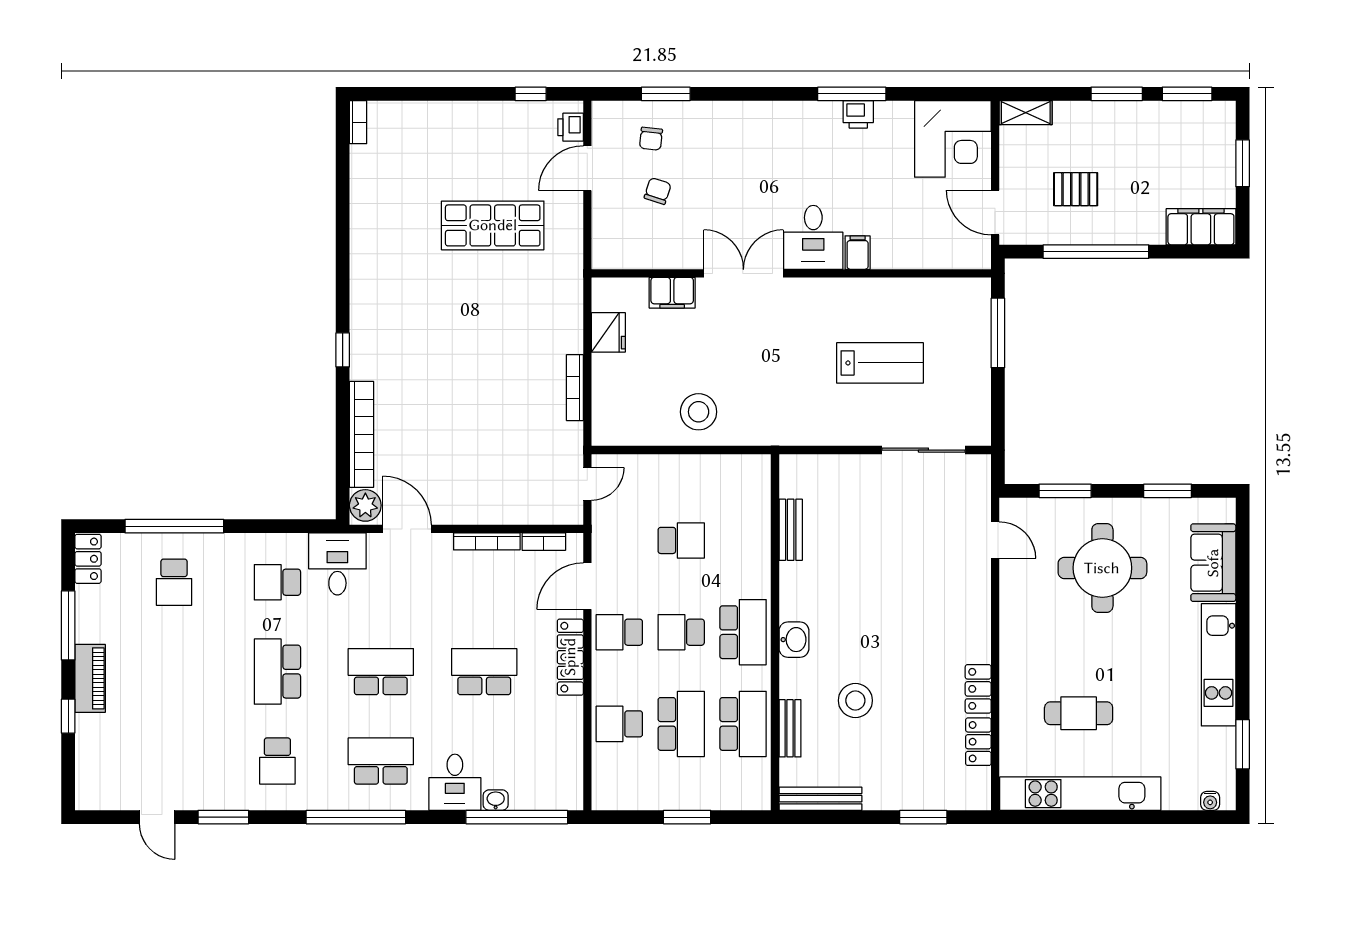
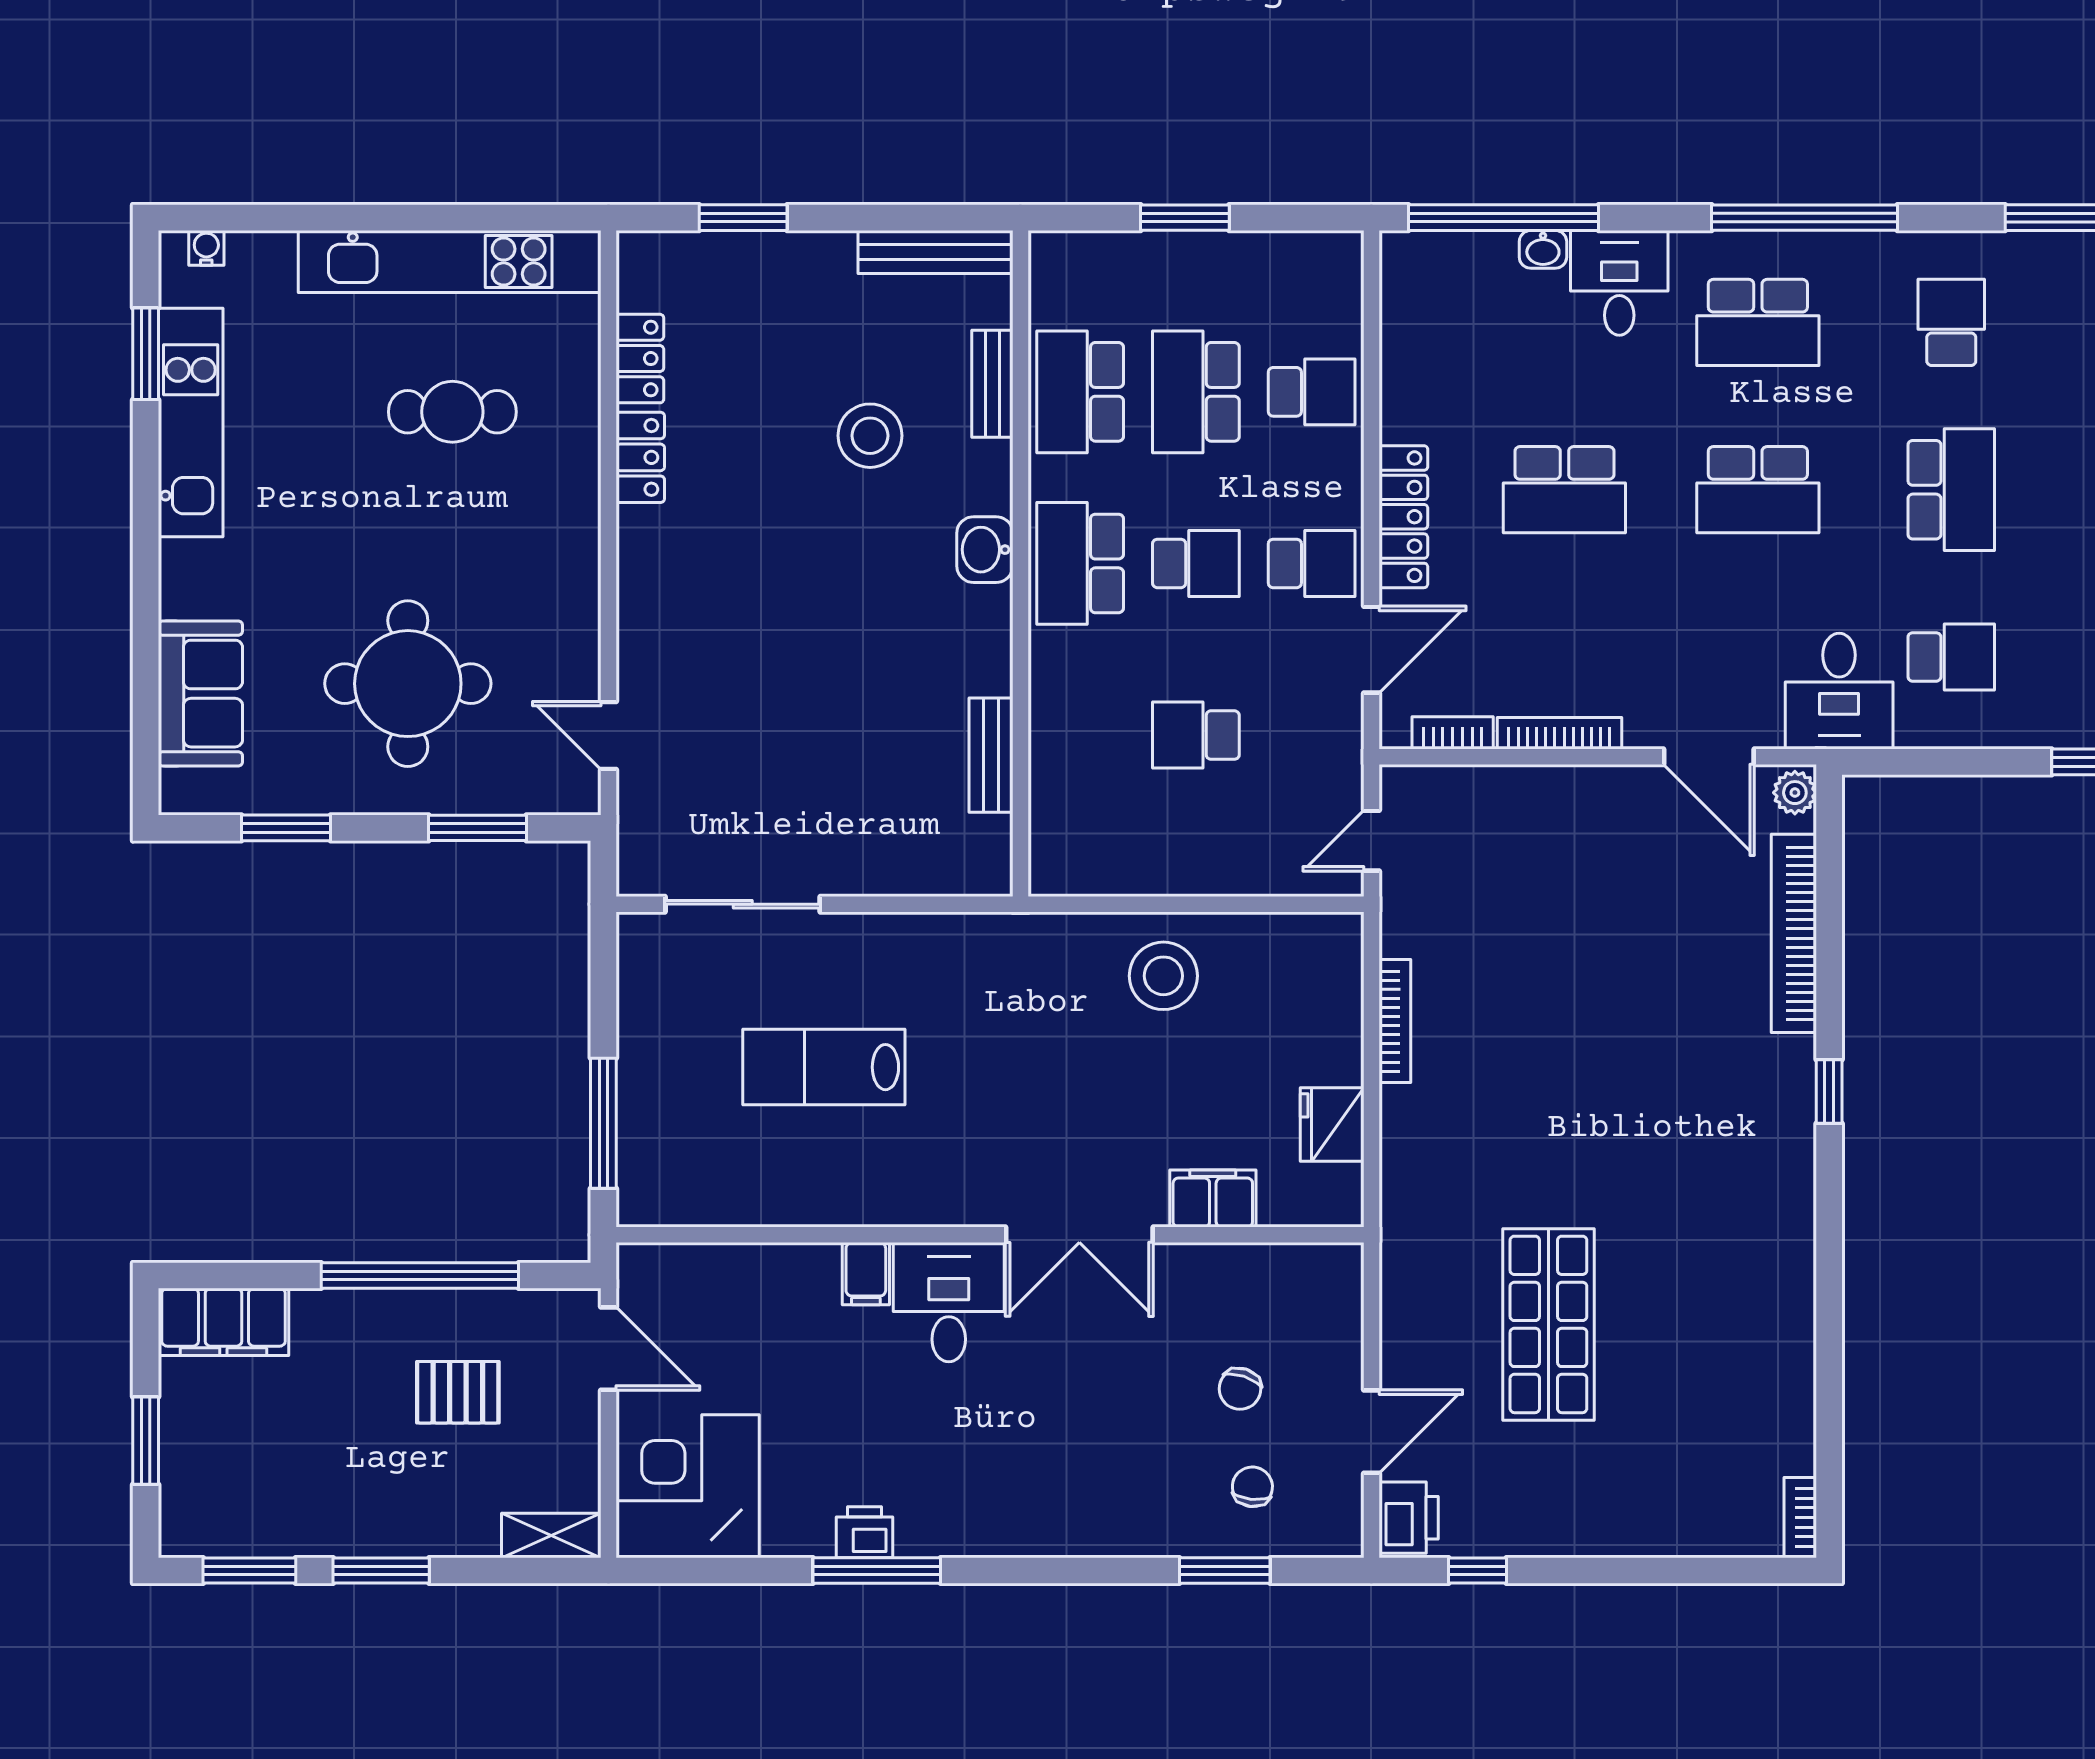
printer: (571, 127) -> (1409, 1518), width x1.36, depth x1.24
shop shelf: (493, 225) -> (1548, 1324), turned 90
plant: (365, 505) -> (1795, 793), width x0.73, depth x0.73
kitchen unit: (1219, 665) -> (191, 422), moved

